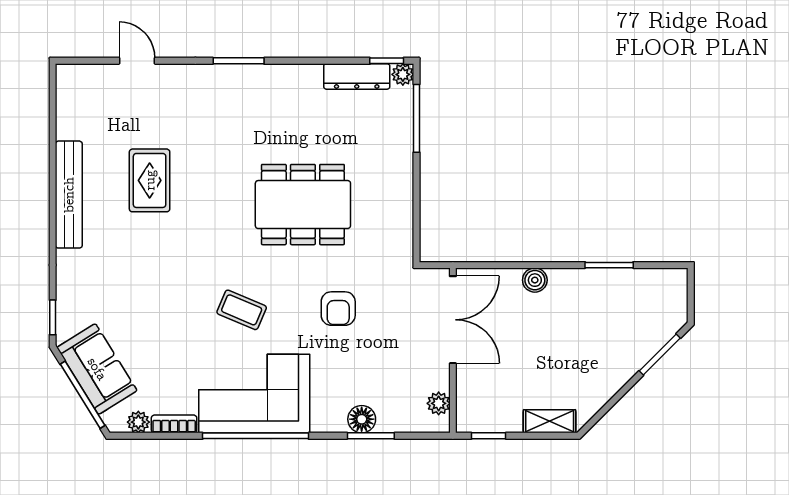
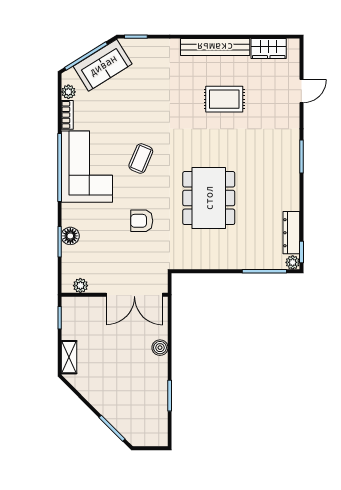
wardrobe: (71, 112) -> (269, 49), added

